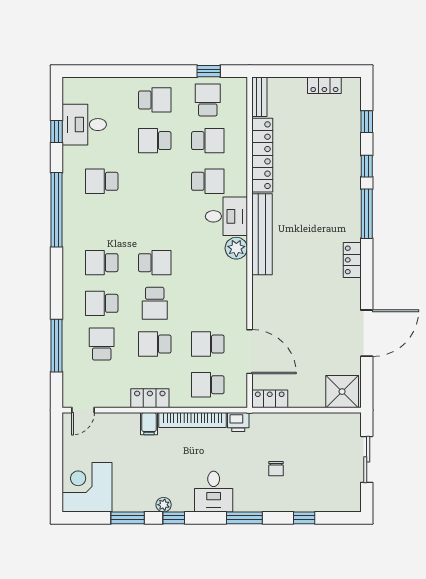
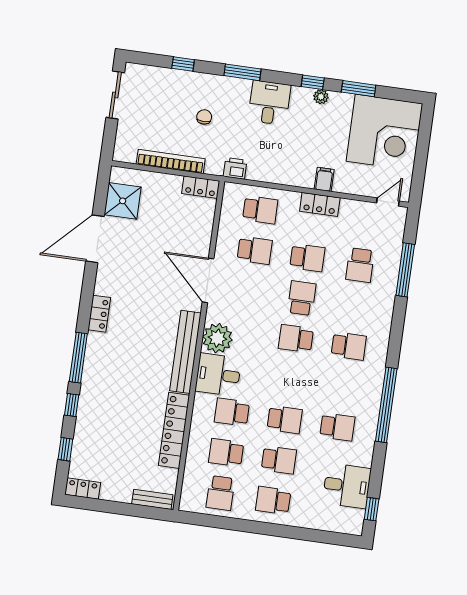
window: (209, 71) -> (216, 522), removed
locker: (324, 85) -> (83, 489), moved
bench: (259, 97) -> (152, 499), moved, turned 90
window: (56, 132) -> (372, 509), moved
plant: (236, 248) -> (217, 338), width x1.36, depth x1.36
school desk: (102, 303) -> (285, 420), moved
door: (250, 352) -> (208, 280), moved
shower: (342, 392) -> (123, 201), moved
bookcase: (193, 420) -> (171, 161), moved
sliding door: (367, 459) -> (115, 95), moved
corner desk: (87, 487) -> (384, 132), width x1.36, depth x1.36

